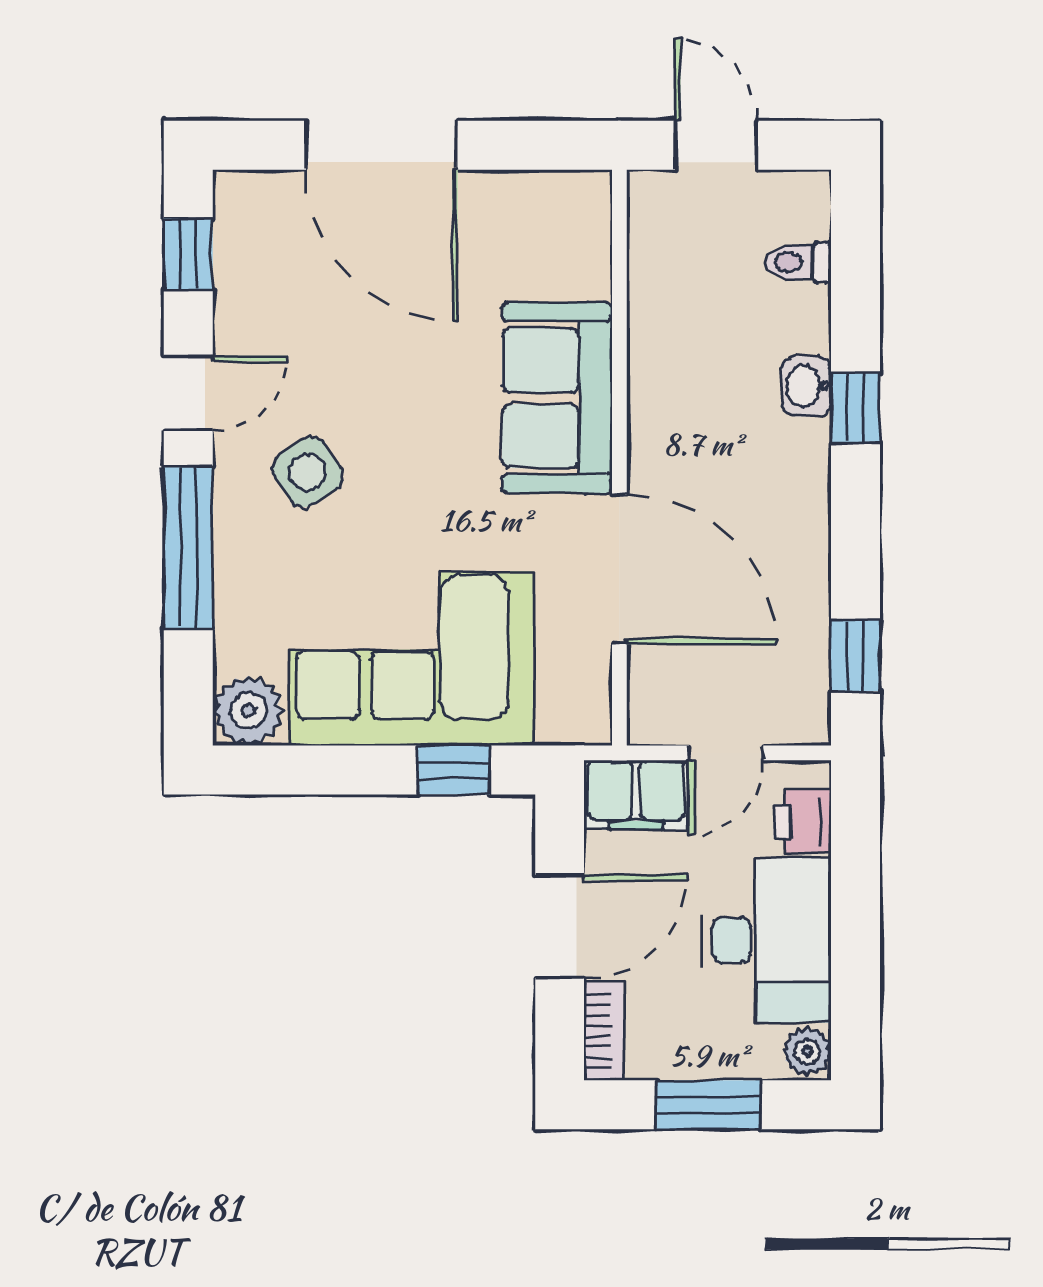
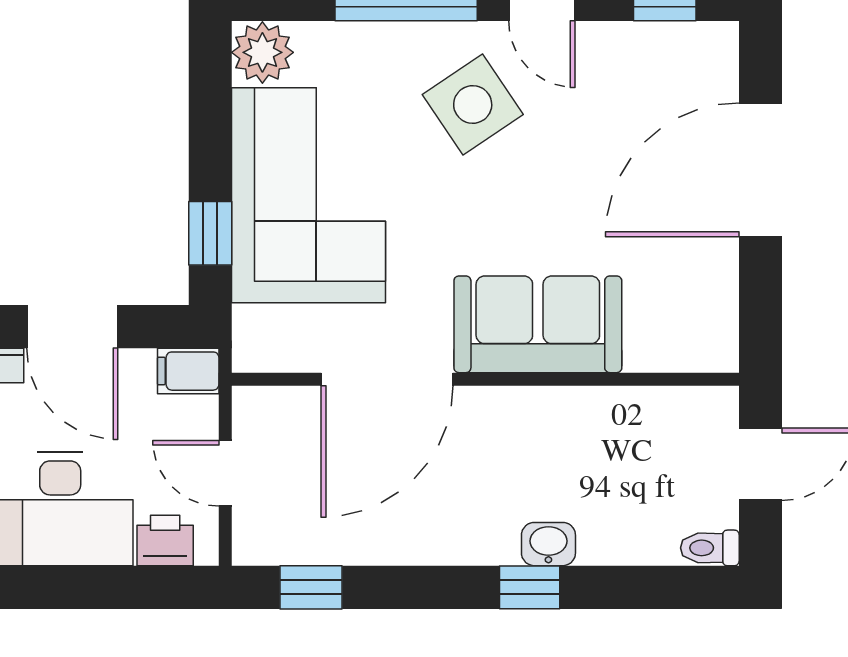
toilet: (798, 262) -> (710, 548), moved, turned -90
side table: (307, 472) -> (473, 104), width x1.37, depth x1.37
filing cabinet: (636, 795) -> (188, 371), width x0.50

